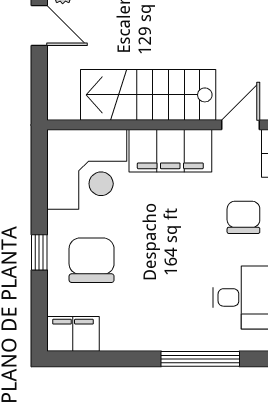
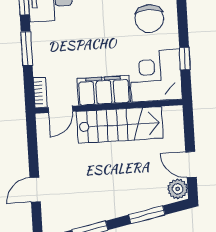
chair: (243, 217) -> (55, 51), removed
window: (39, 252) -> (185, 59), moved

